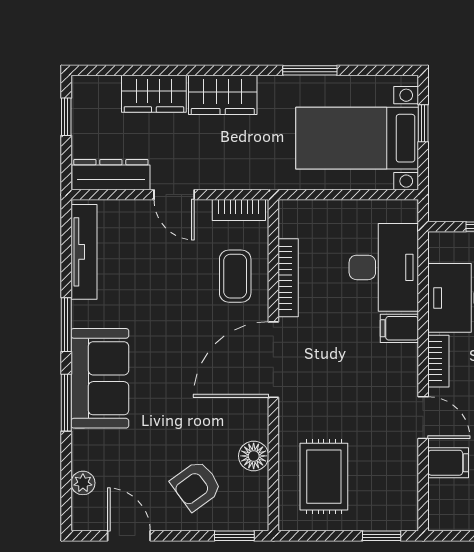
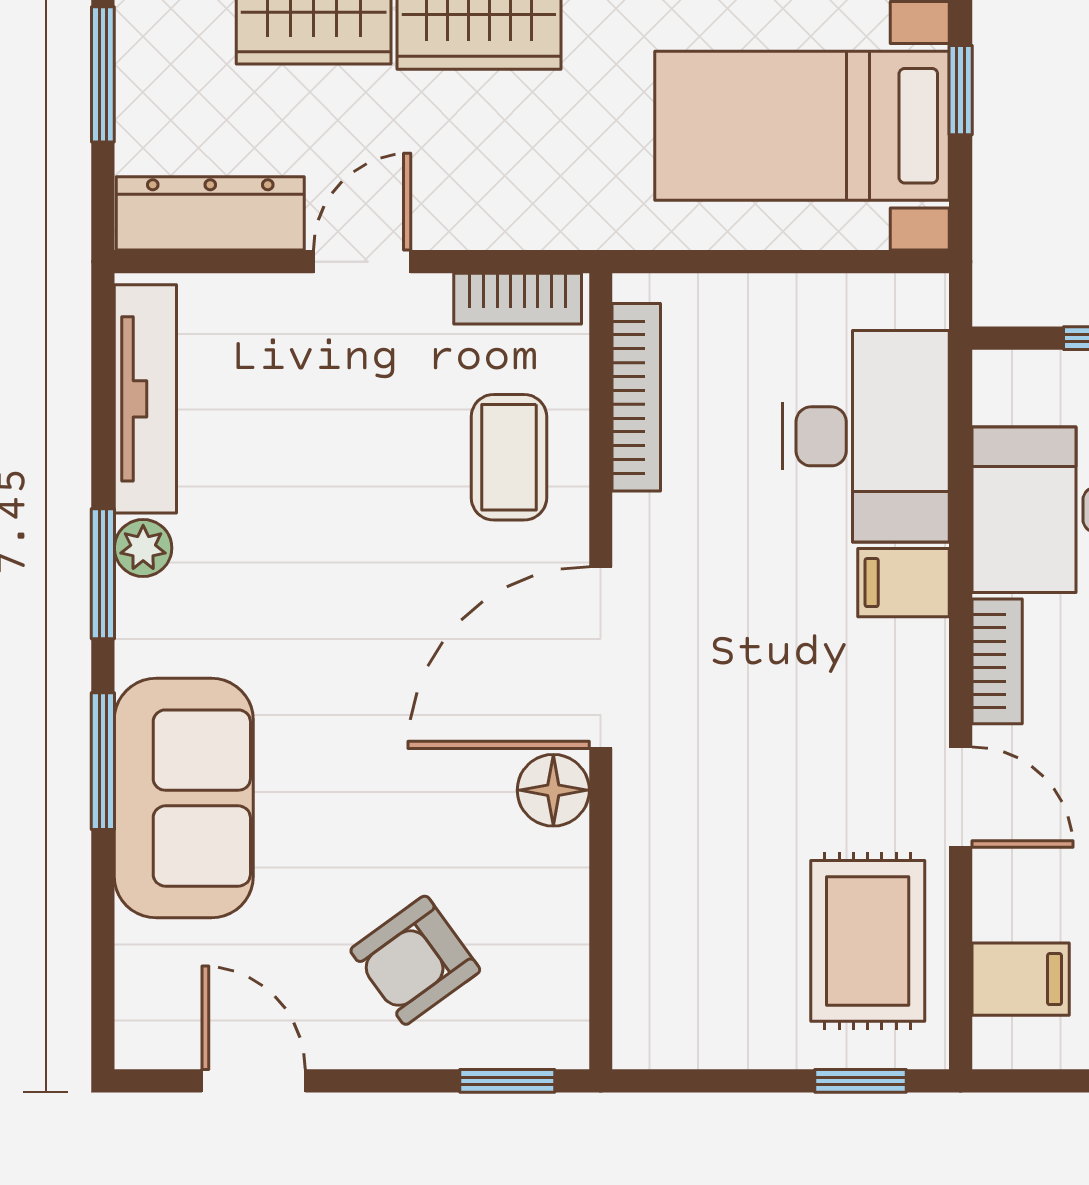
window: (66, 117) -> (103, 74), width x1.50
door: (174, 195) -> (362, 262), swing flipped
bookcase: (288, 278) -> (636, 397), moved
sofa: (100, 378) -> (184, 798), moved
floor lamp: (254, 456) -> (553, 790), moved
filing cabinet: (448, 463) -> (1021, 979), moved
rug: (324, 477) -> (868, 941), moved
plant: (83, 483) -> (143, 548), moved

